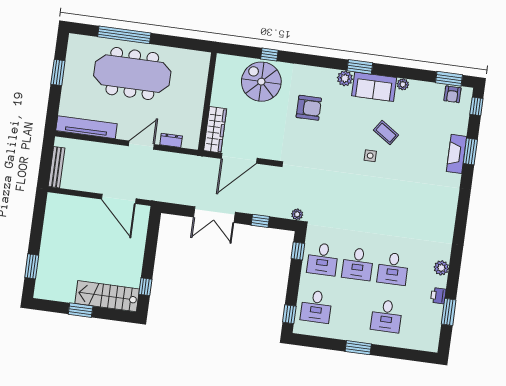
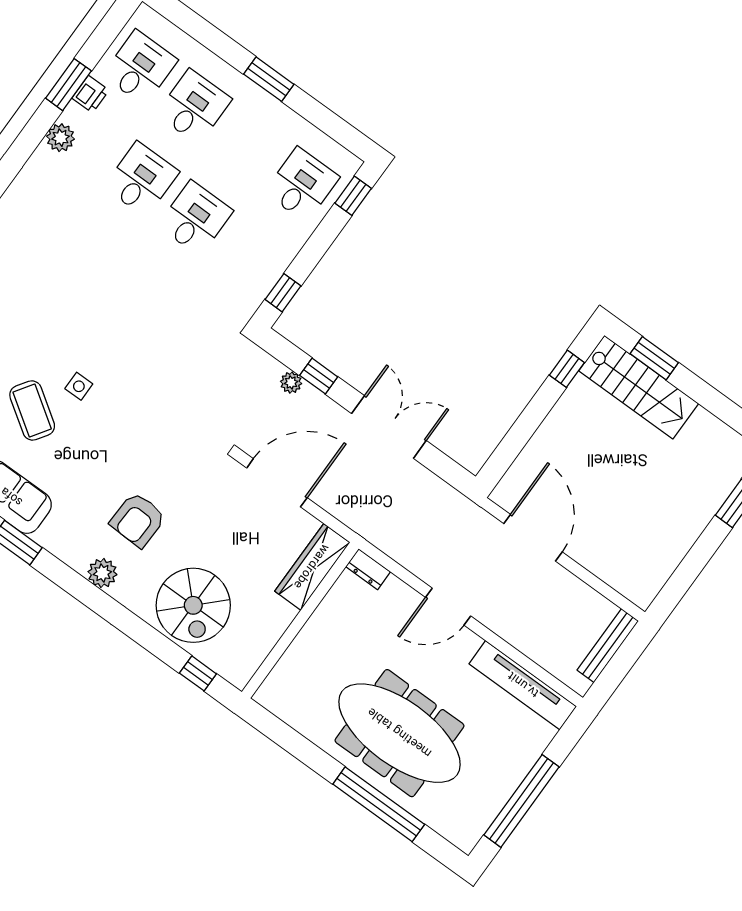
window: (269, 55) -> (198, 673), moved
window: (58, 72) -> (521, 801), width x2.11
plant: (345, 78) -> (102, 573), moved
armchair: (309, 108) -> (138, 520), turned -88
coffee table: (386, 133) -> (32, 410), width x1.36, depth x1.30
dresser: (171, 140) -> (368, 569), moved
door: (239, 158) -> (277, 483), moved
plant: (297, 214) -> (291, 383), moved
desk: (323, 259) -> (140, 68), moved
window: (81, 310) -> (654, 358), moved
window: (449, 312) -> (68, 85), moved

